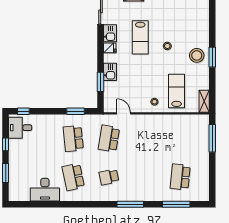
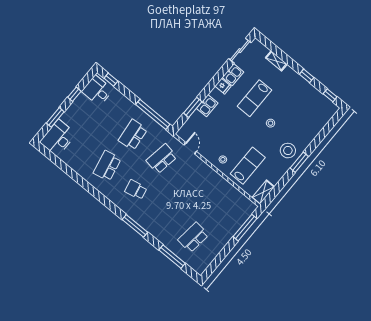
window: (75, 111) -> (153, 114), width x2.11
desk: (45, 190) -> (58, 138), moved, turned 90

